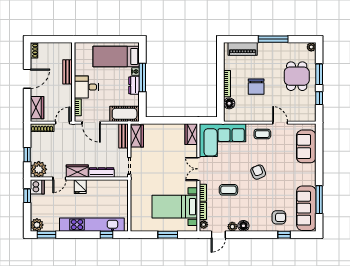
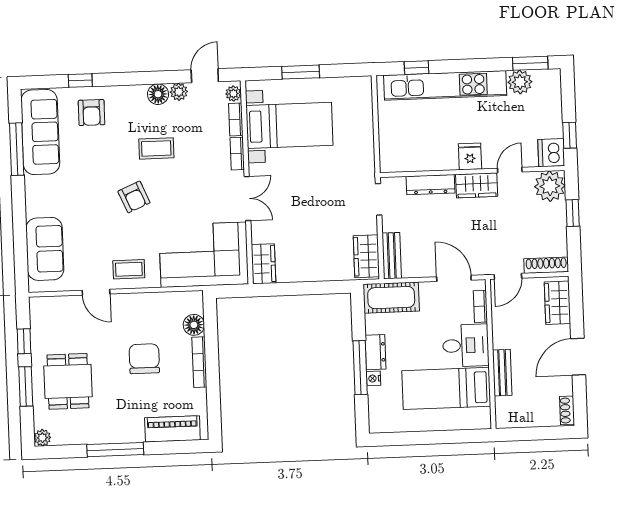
bed: (116, 56) -> (446, 388), moved, turned 180
coffee table: (228, 190) -> (156, 148), moved
armchair: (279, 217) -> (91, 113), turned -90
plant: (37, 225) -> (520, 82), moved

